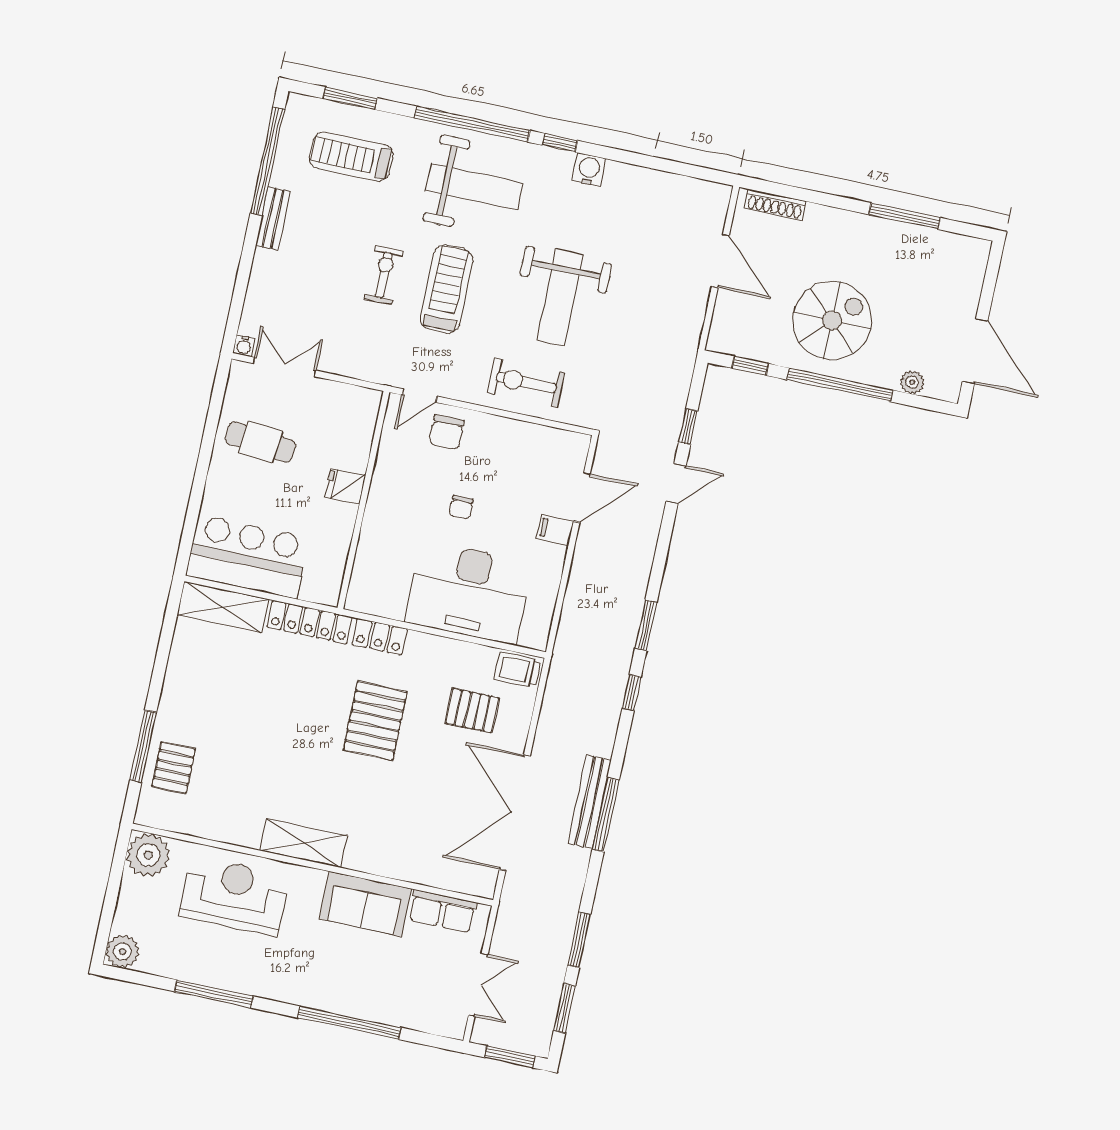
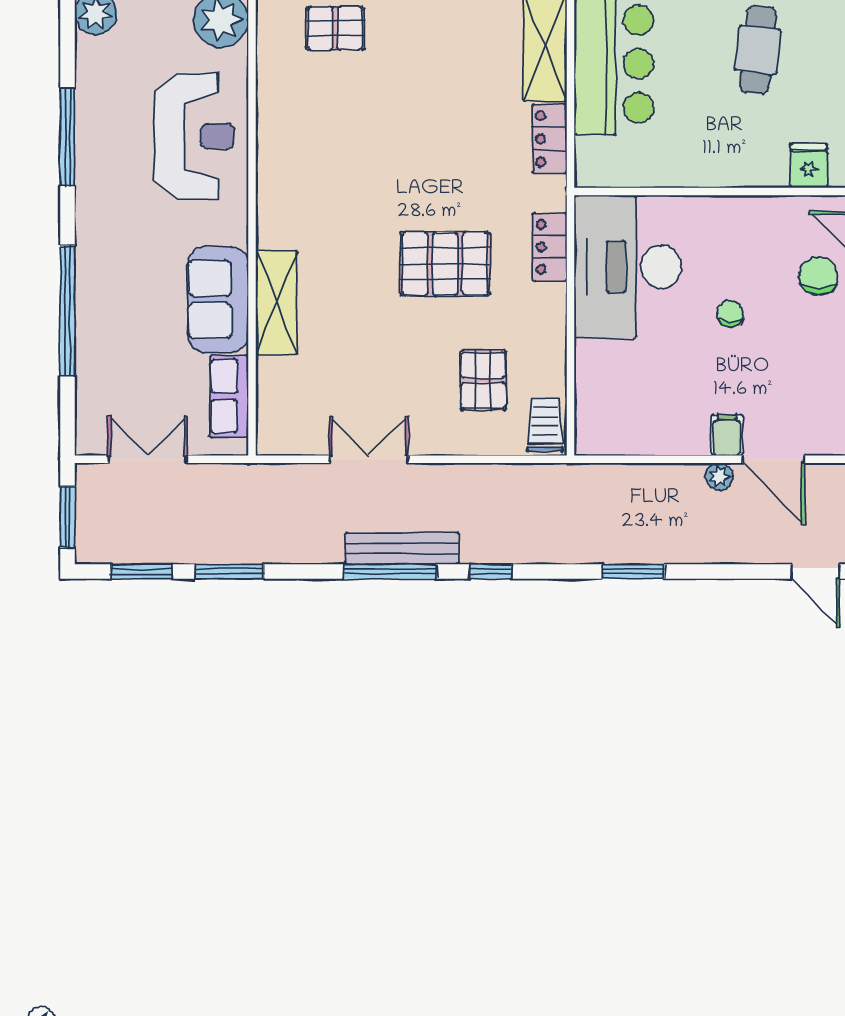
chair: (446, 432) -> (818, 276), turned 90
fridge: (345, 486) -> (809, 166), moved
chair: (461, 507) -> (730, 314), turned 90
plant: (586, 543) -> (719, 477), added
desk: (469, 592) -> (628, 267), moved
locker: (310, 622) -> (549, 139), width x0.66
window: (632, 693) -> (491, 571), moved
double door: (515, 813) -> (369, 459), width x0.54
shelving: (303, 843) -> (276, 303), moved
double door: (478, 985) -> (148, 459), swing flipped

